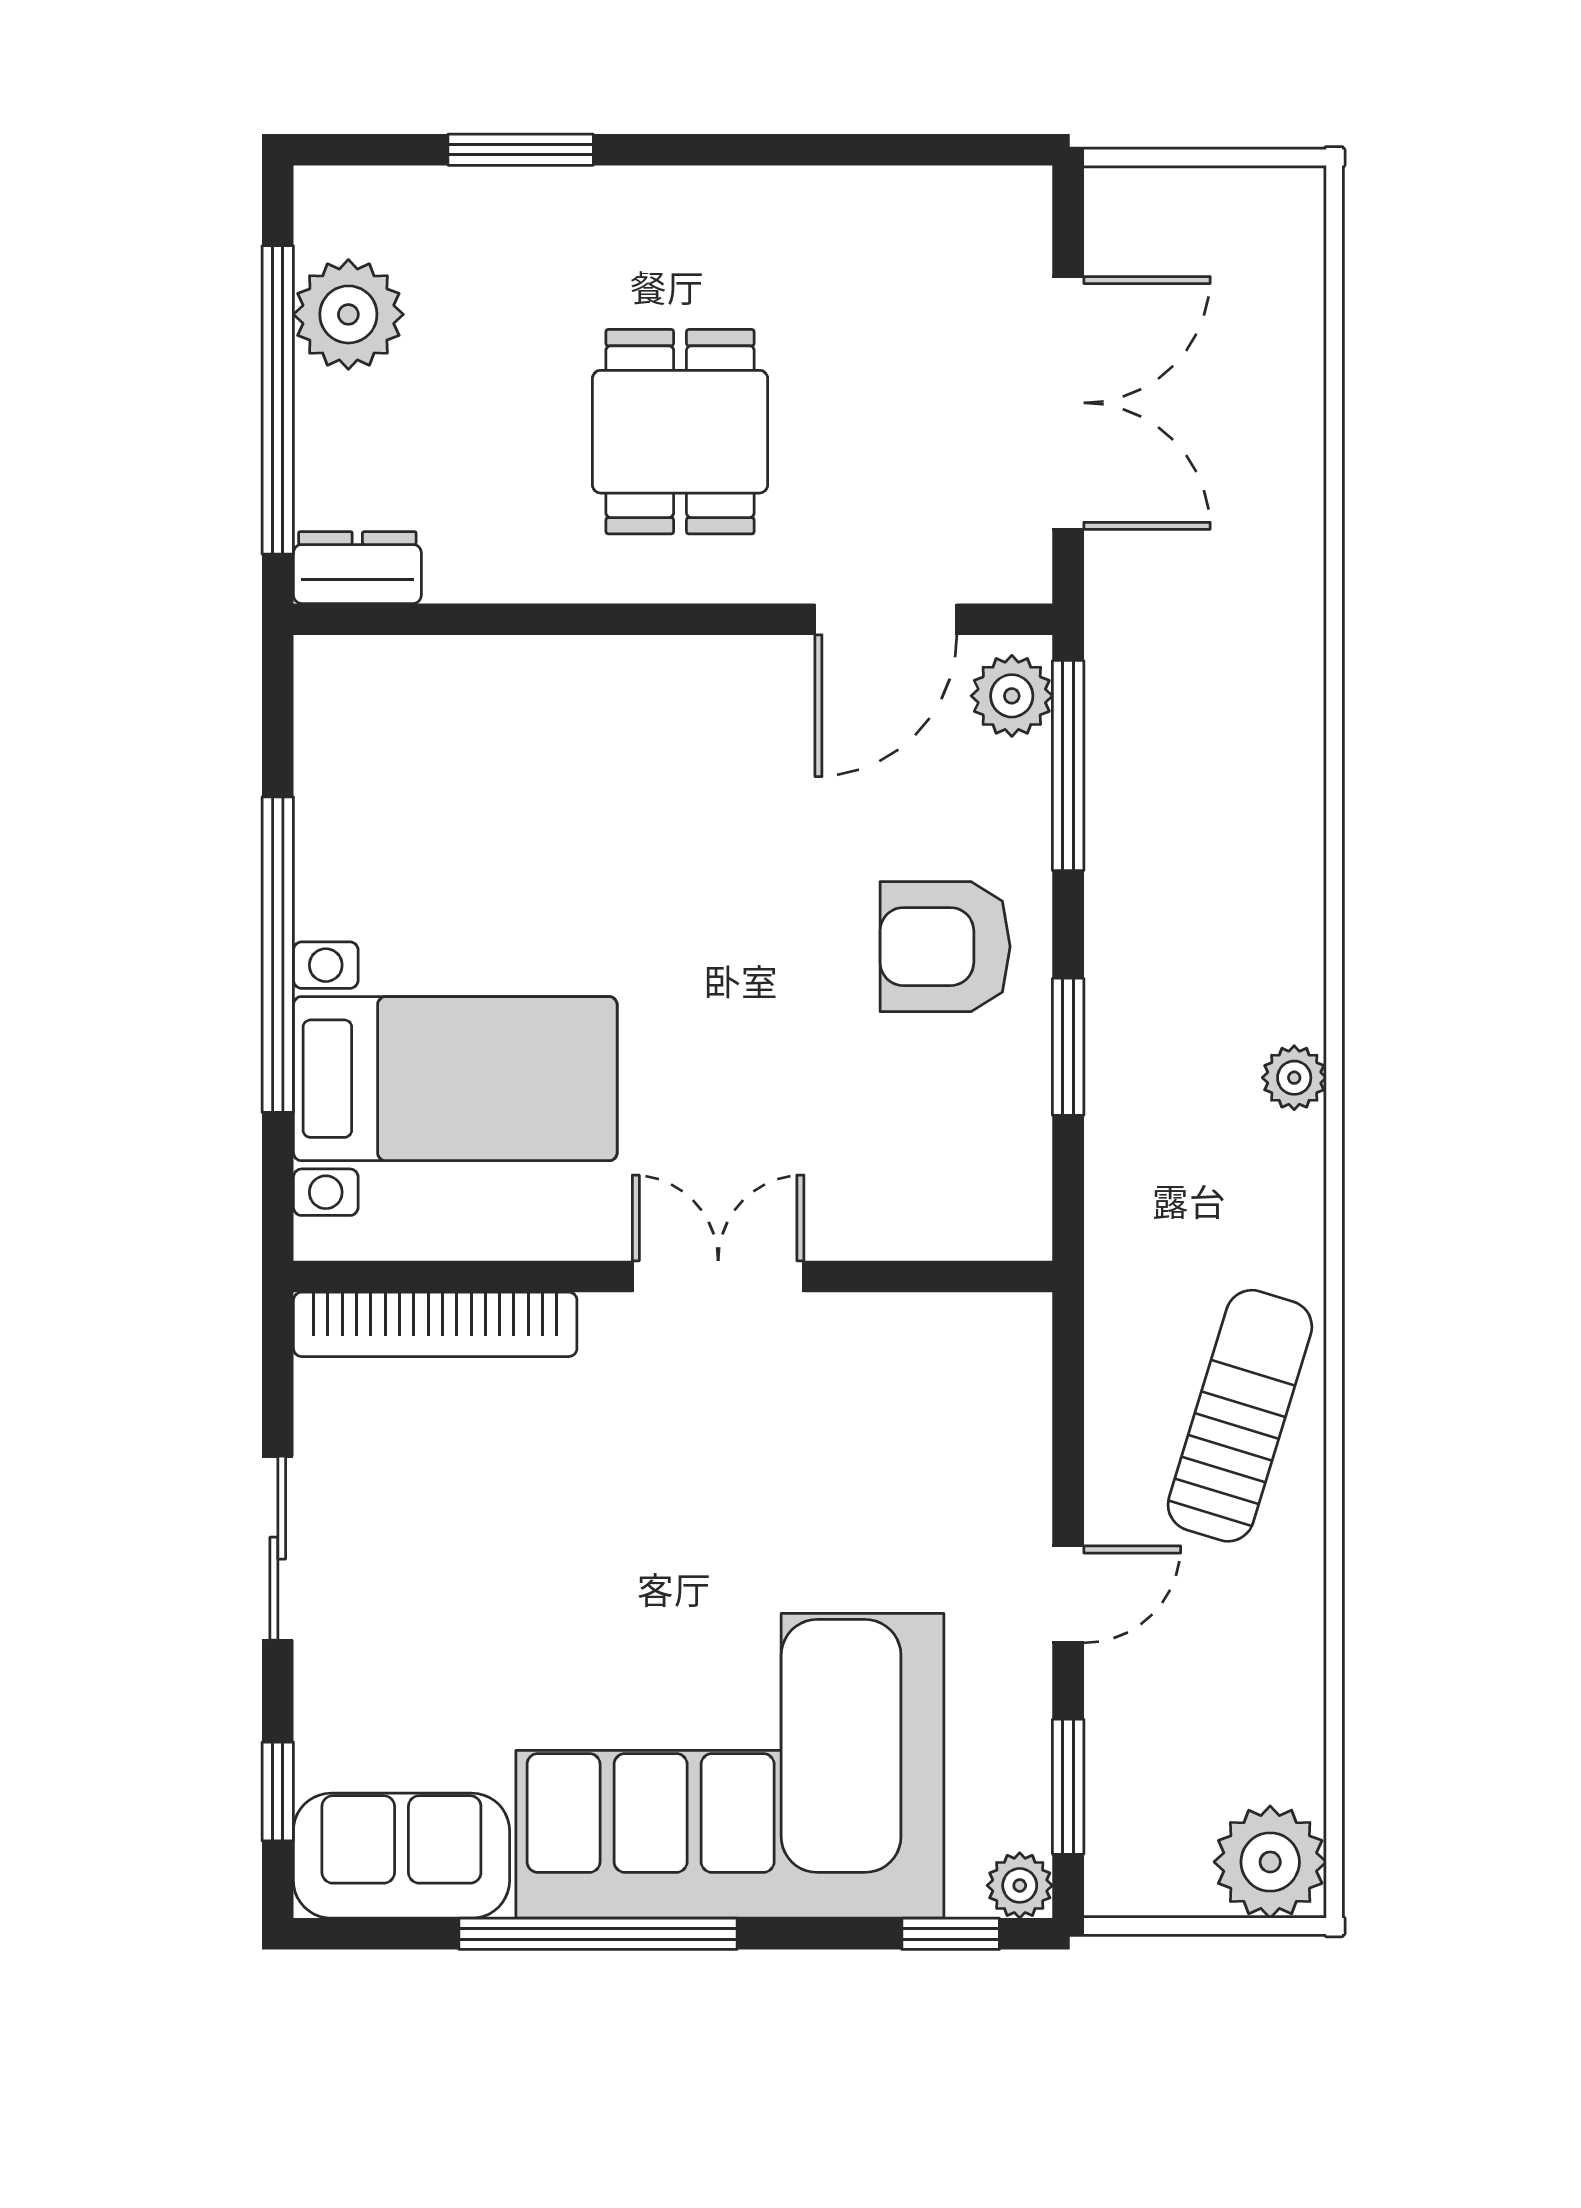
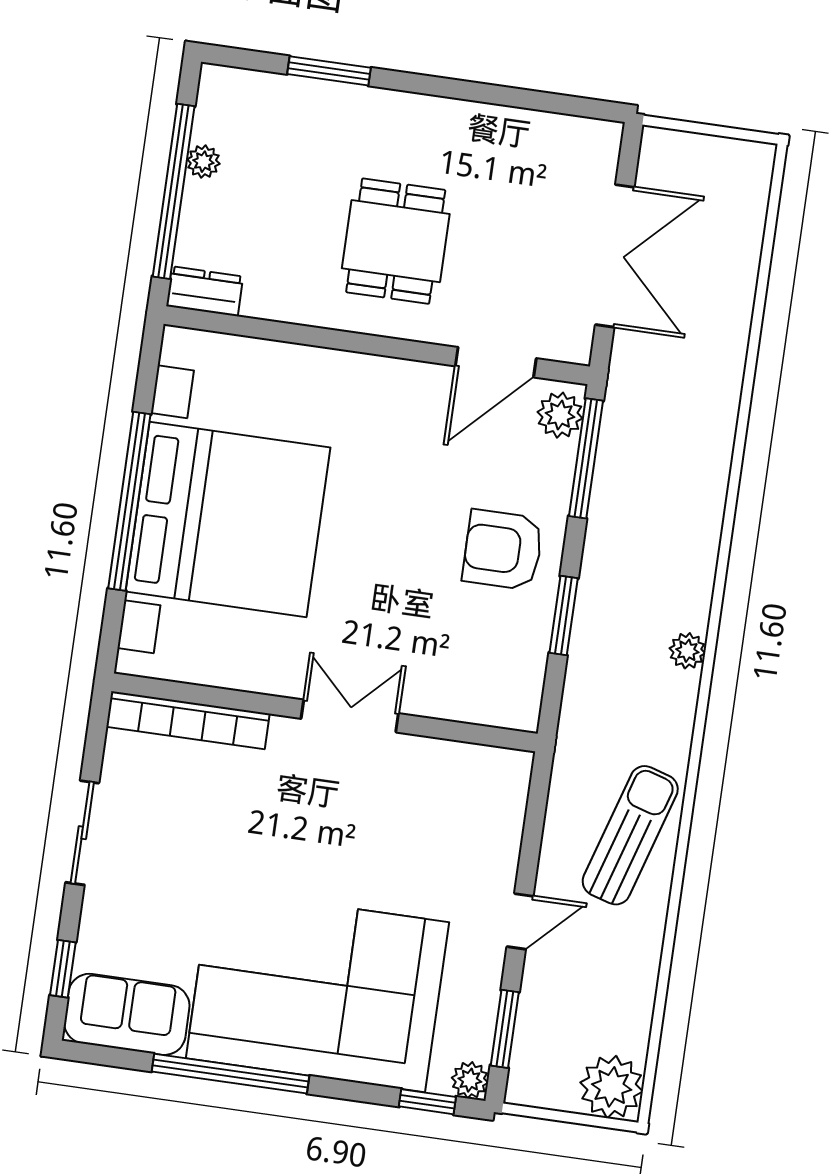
plant: (348, 314) -> (203, 162), width x0.53, depth x0.53
bed with nightstands: (455, 1079) -> (228, 520), width x1.85

